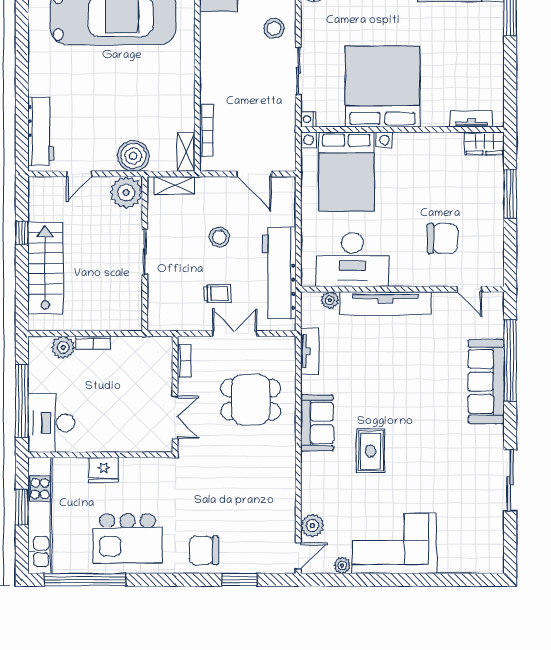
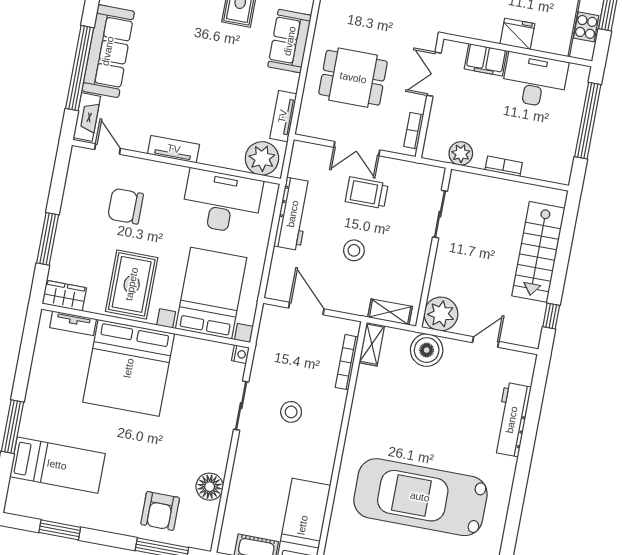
stool: (274, 28) -> (291, 412), moved
bed: (382, 87) -> (129, 368), moved
workbench: (41, 131) -> (512, 420), moved
rug: (423, 166) -> (132, 284), added
window: (22, 233) -> (551, 316), moved
sliding door: (145, 252) -> (440, 214), moved
workbench: (279, 273) -> (293, 214), width x0.73, depth x0.76
trolley: (218, 294) -> (367, 193), width x1.36, depth x1.39
plant: (330, 300) -> (262, 158), width x1.88, depth x1.88
tv unit: (385, 303) -> (174, 149), width x0.52, depth x0.78
fireplace: (495, 316) -> (87, 117), added
plant: (63, 347) -> (461, 153), moved
desk: (51, 423) -> (535, 80), moved, turned -90
filing cabinet: (129, 440) -> (486, 60), added

